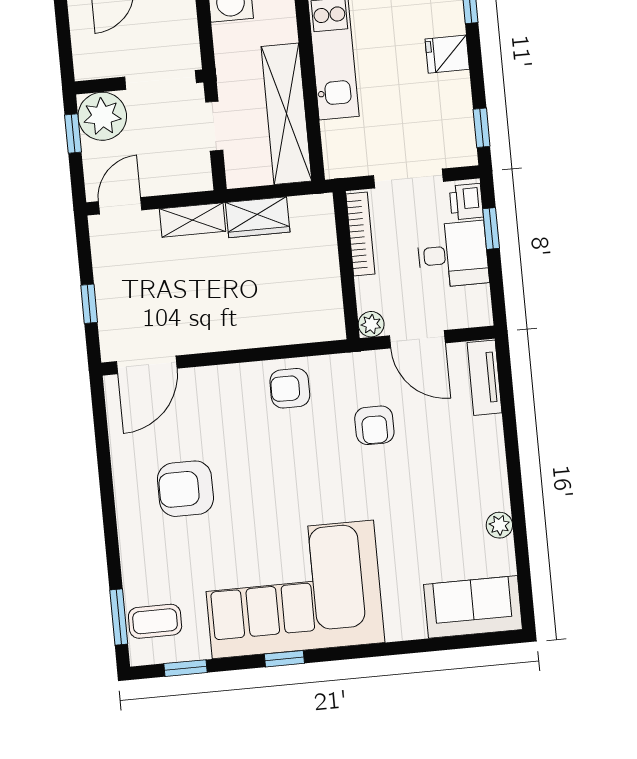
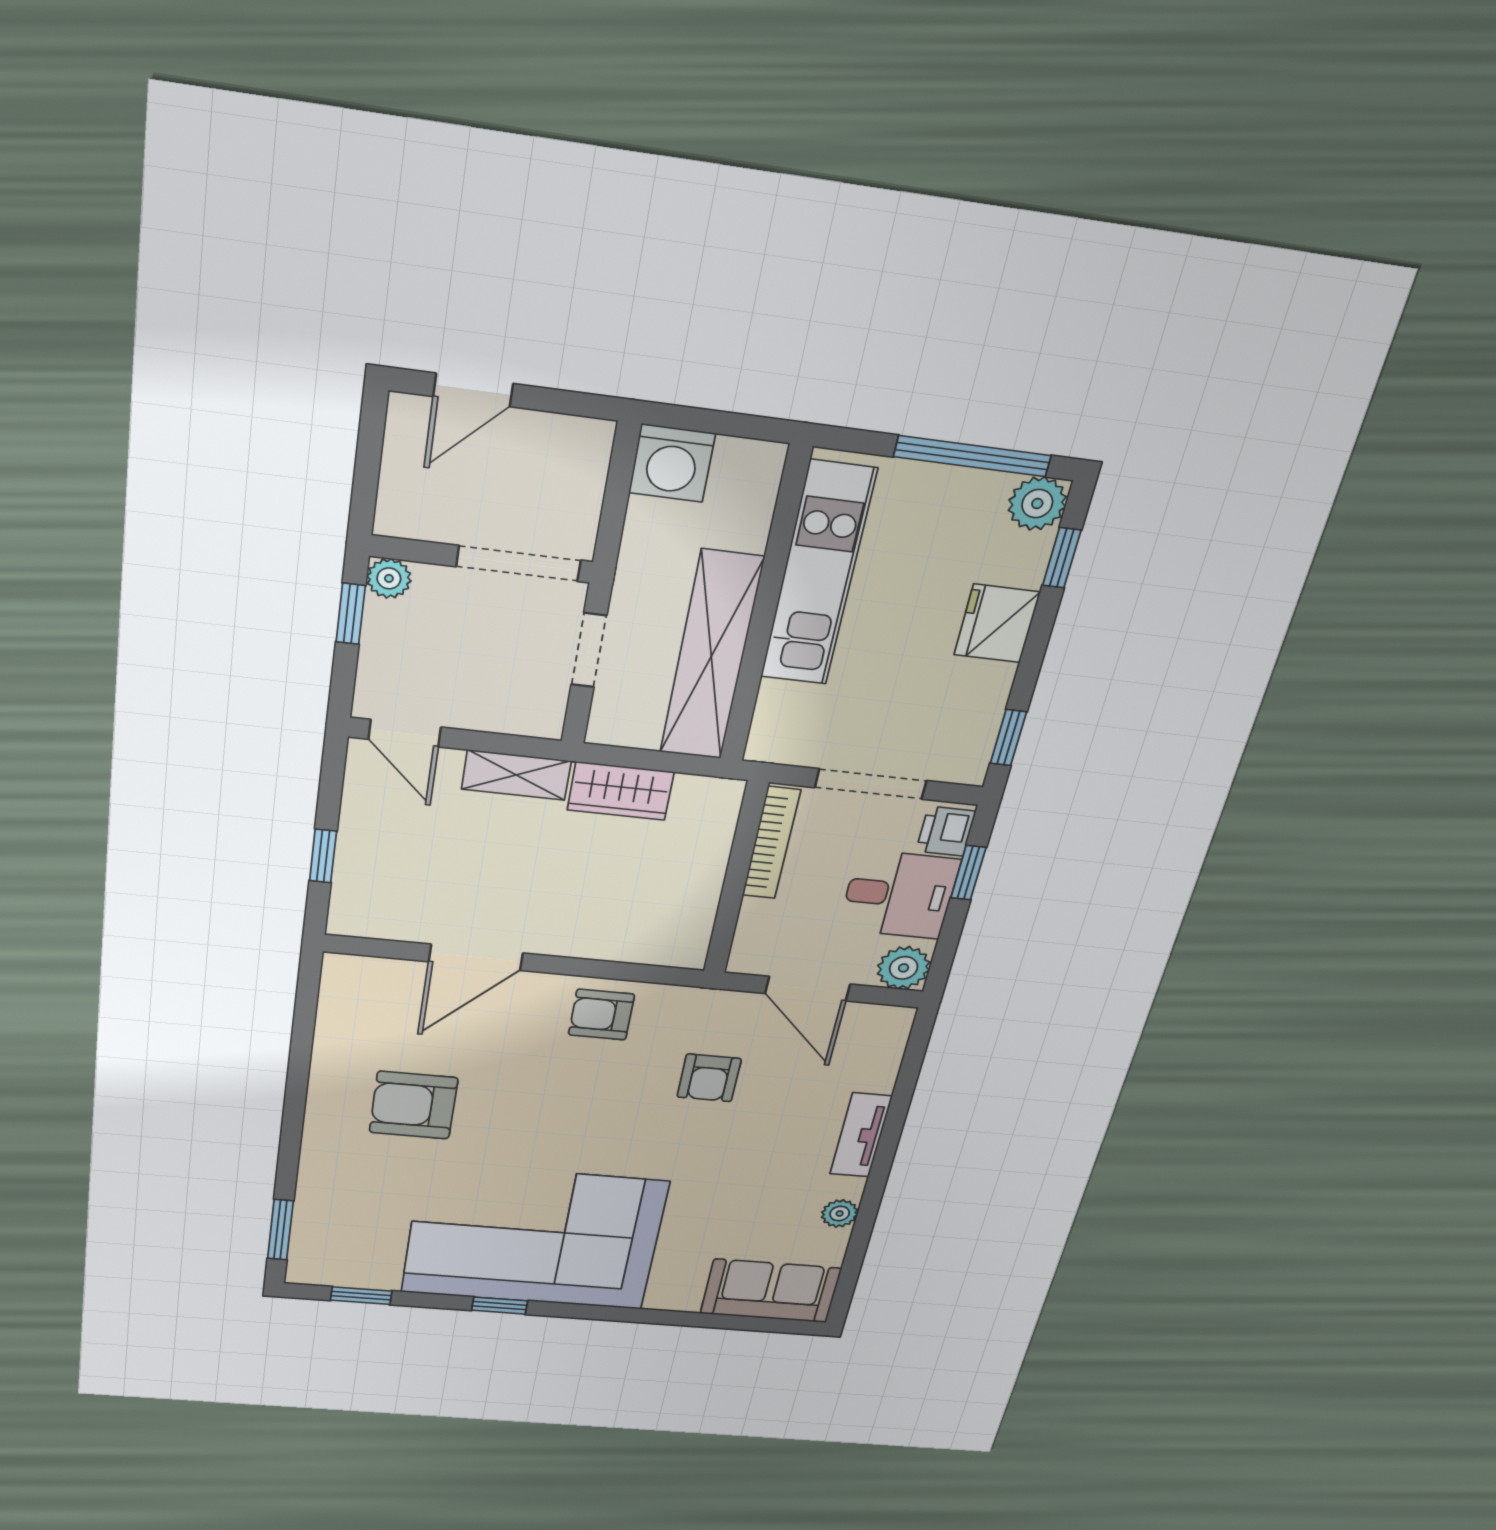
fridge: (447, 54) -> (997, 623), width x1.38
plant: (102, 116) -> (389, 578), width x0.53, depth x0.53
door: (120, 206) -> (405, 733), swing flipped
plant: (371, 324) -> (904, 968), moved, width x1.38, depth x1.38
door: (147, 365) -> (476, 957), moved
tv unit: (485, 378) -> (861, 1135), moved
coffee table: (155, 621) -> (331, 1242), removed

